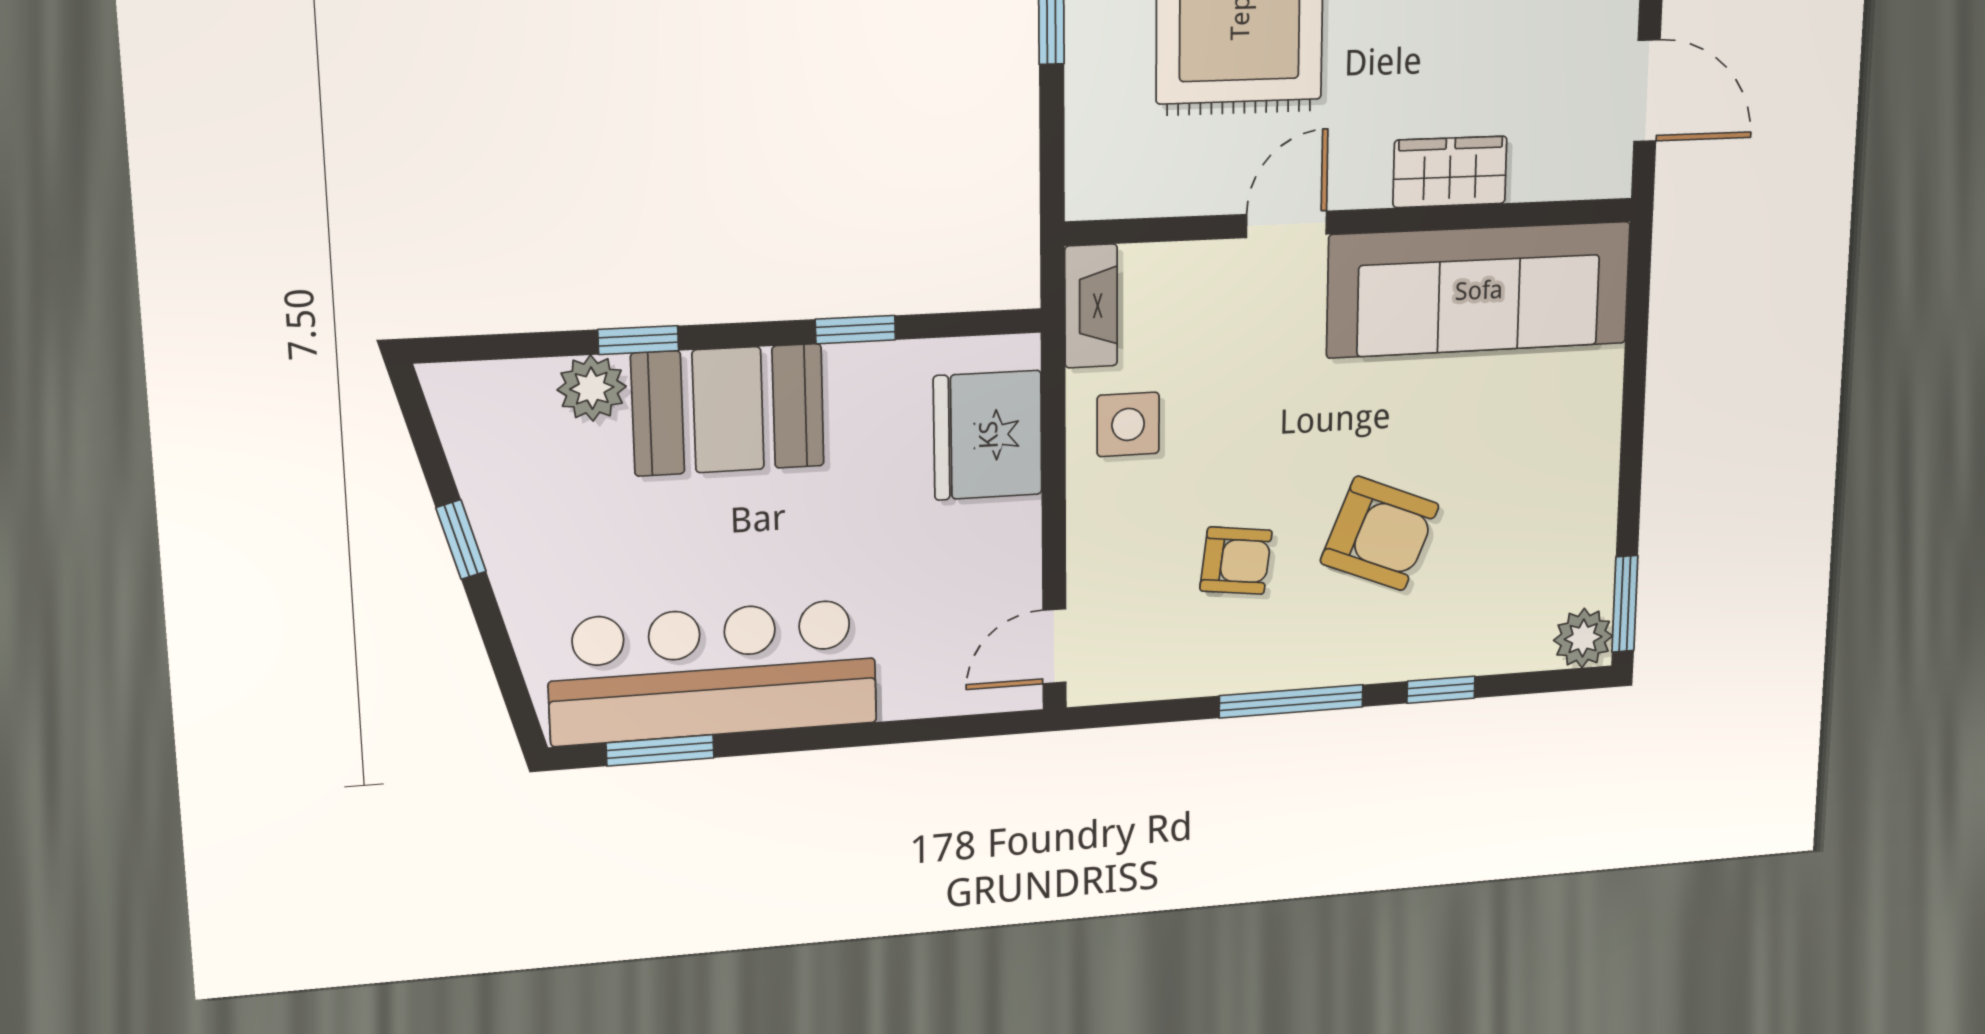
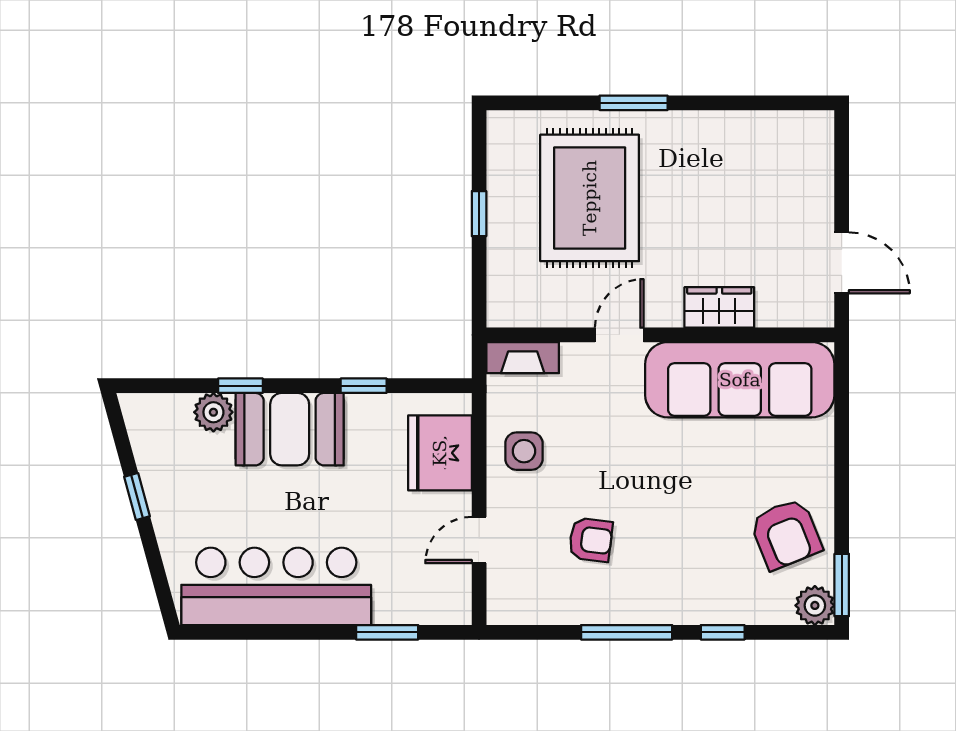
fireplace: (1091, 306) -> (523, 358), moved, turned 90
armchair: (1380, 534) -> (786, 534), moved, turned 46
door: (1054, 646) -> (479, 540), moved
window: (660, 750) -> (387, 632), moved

